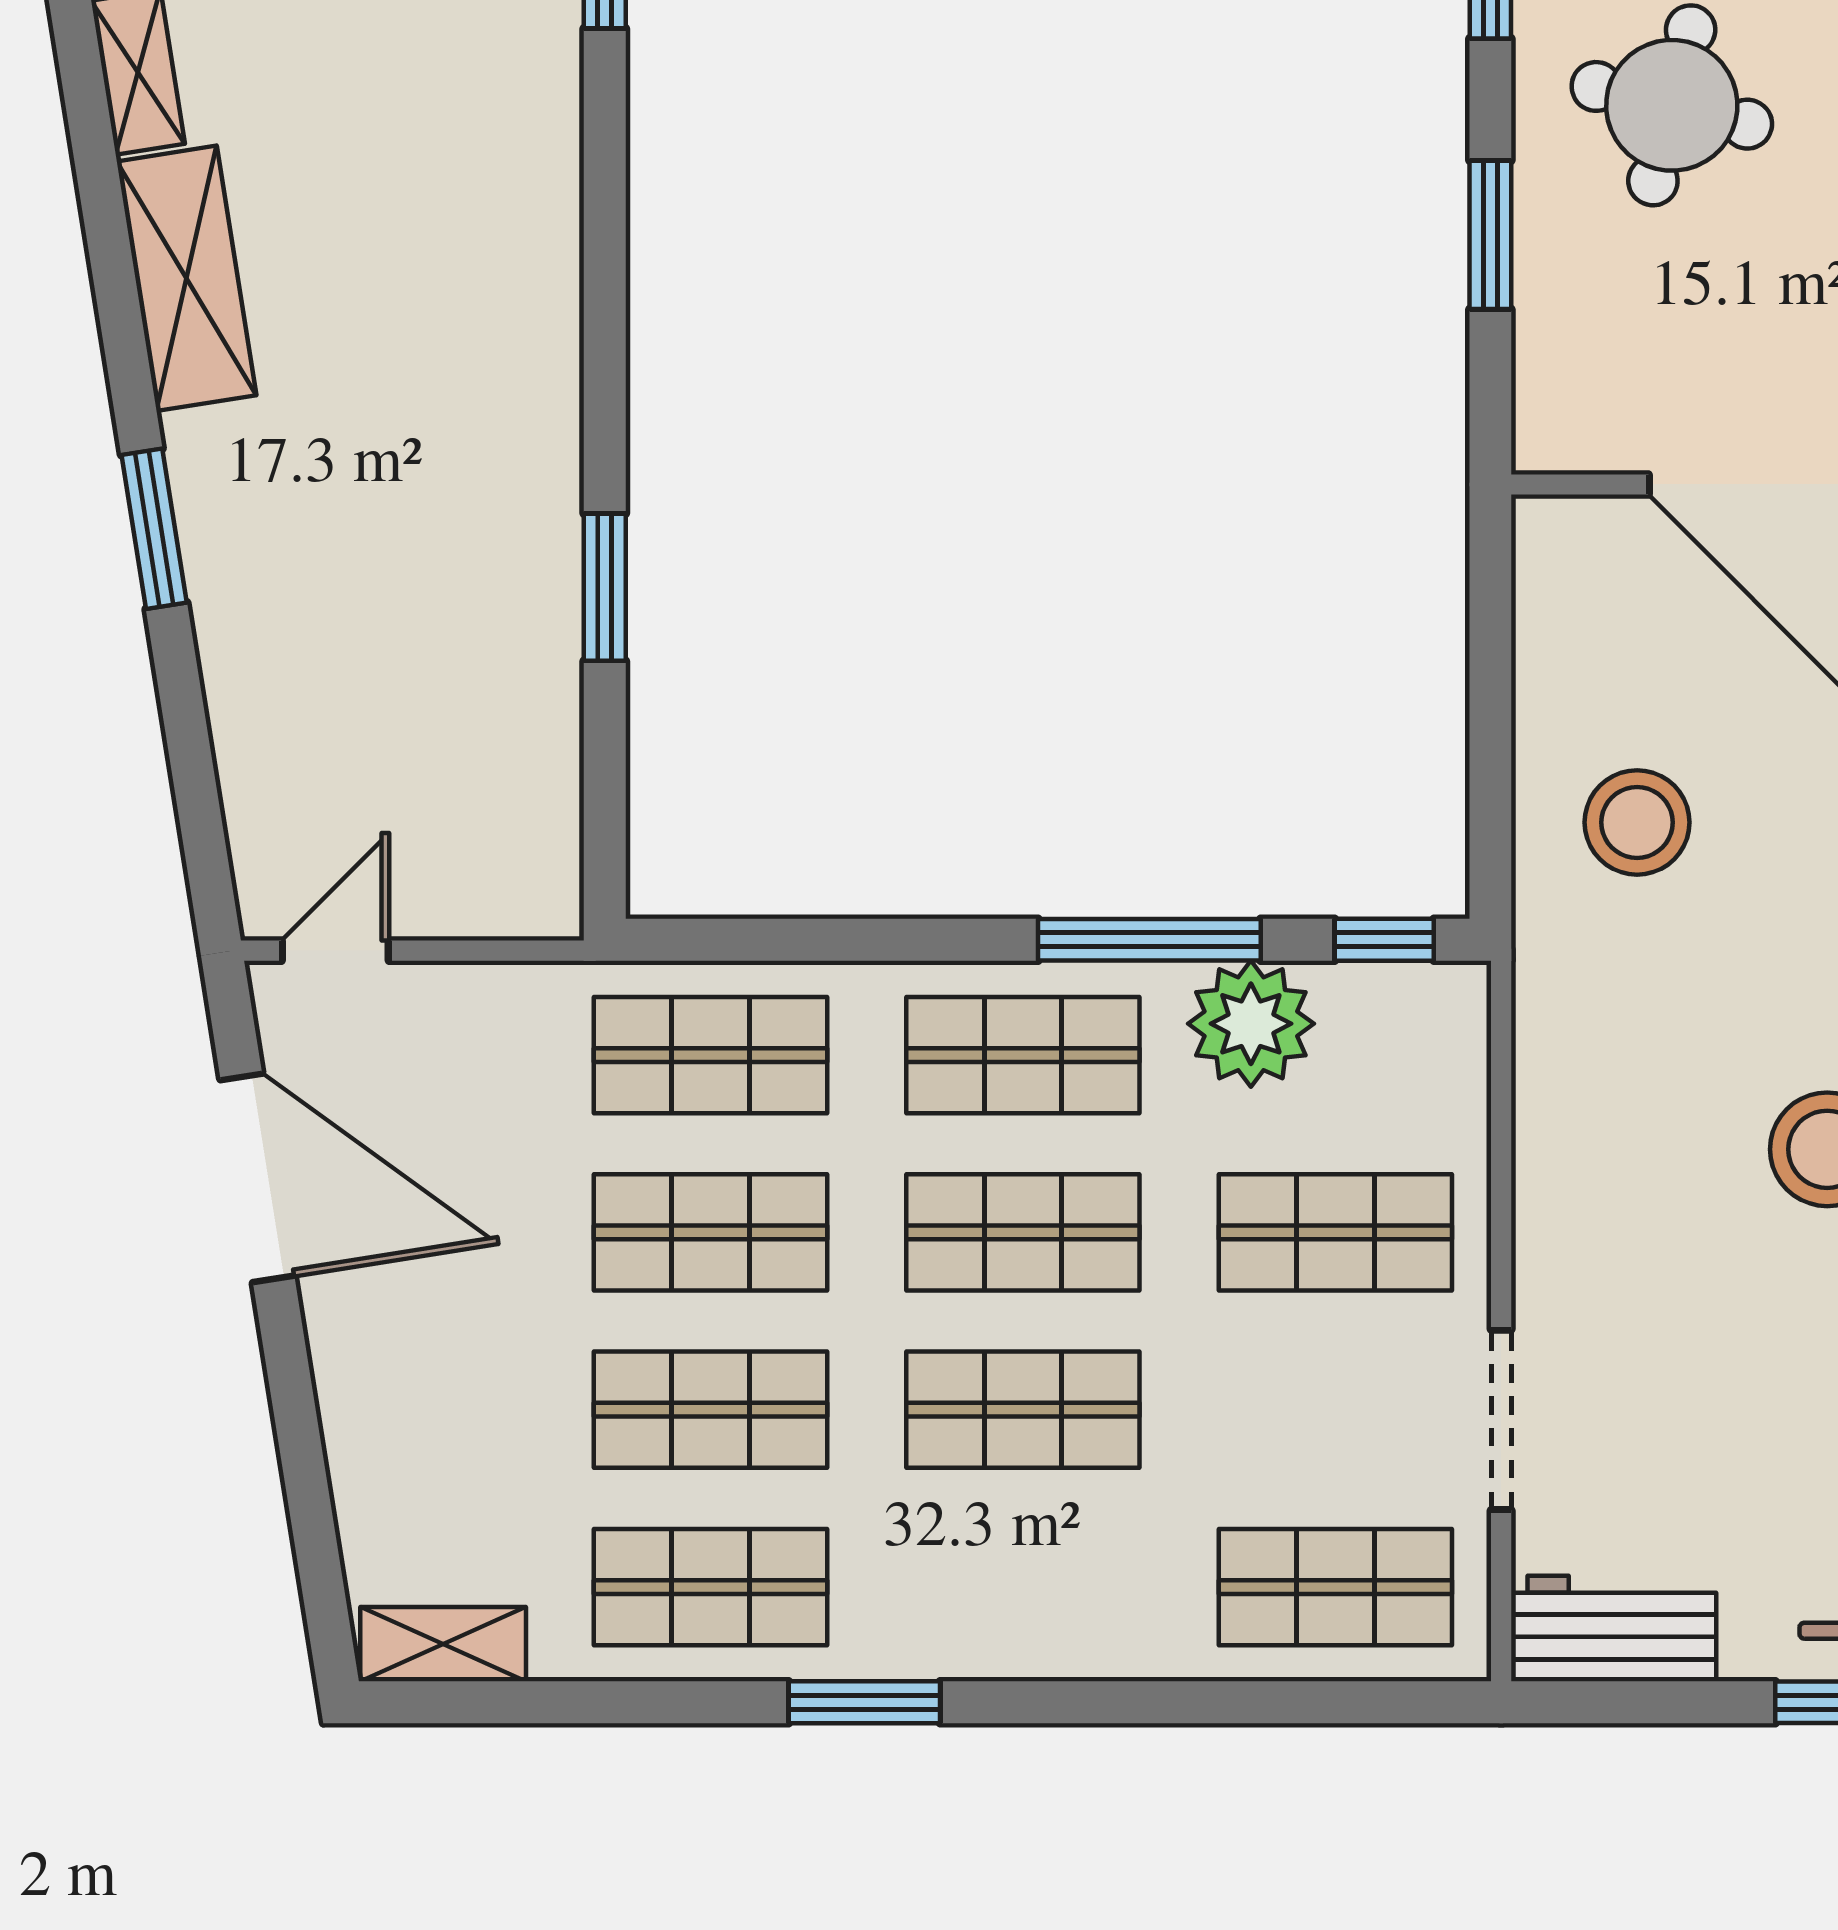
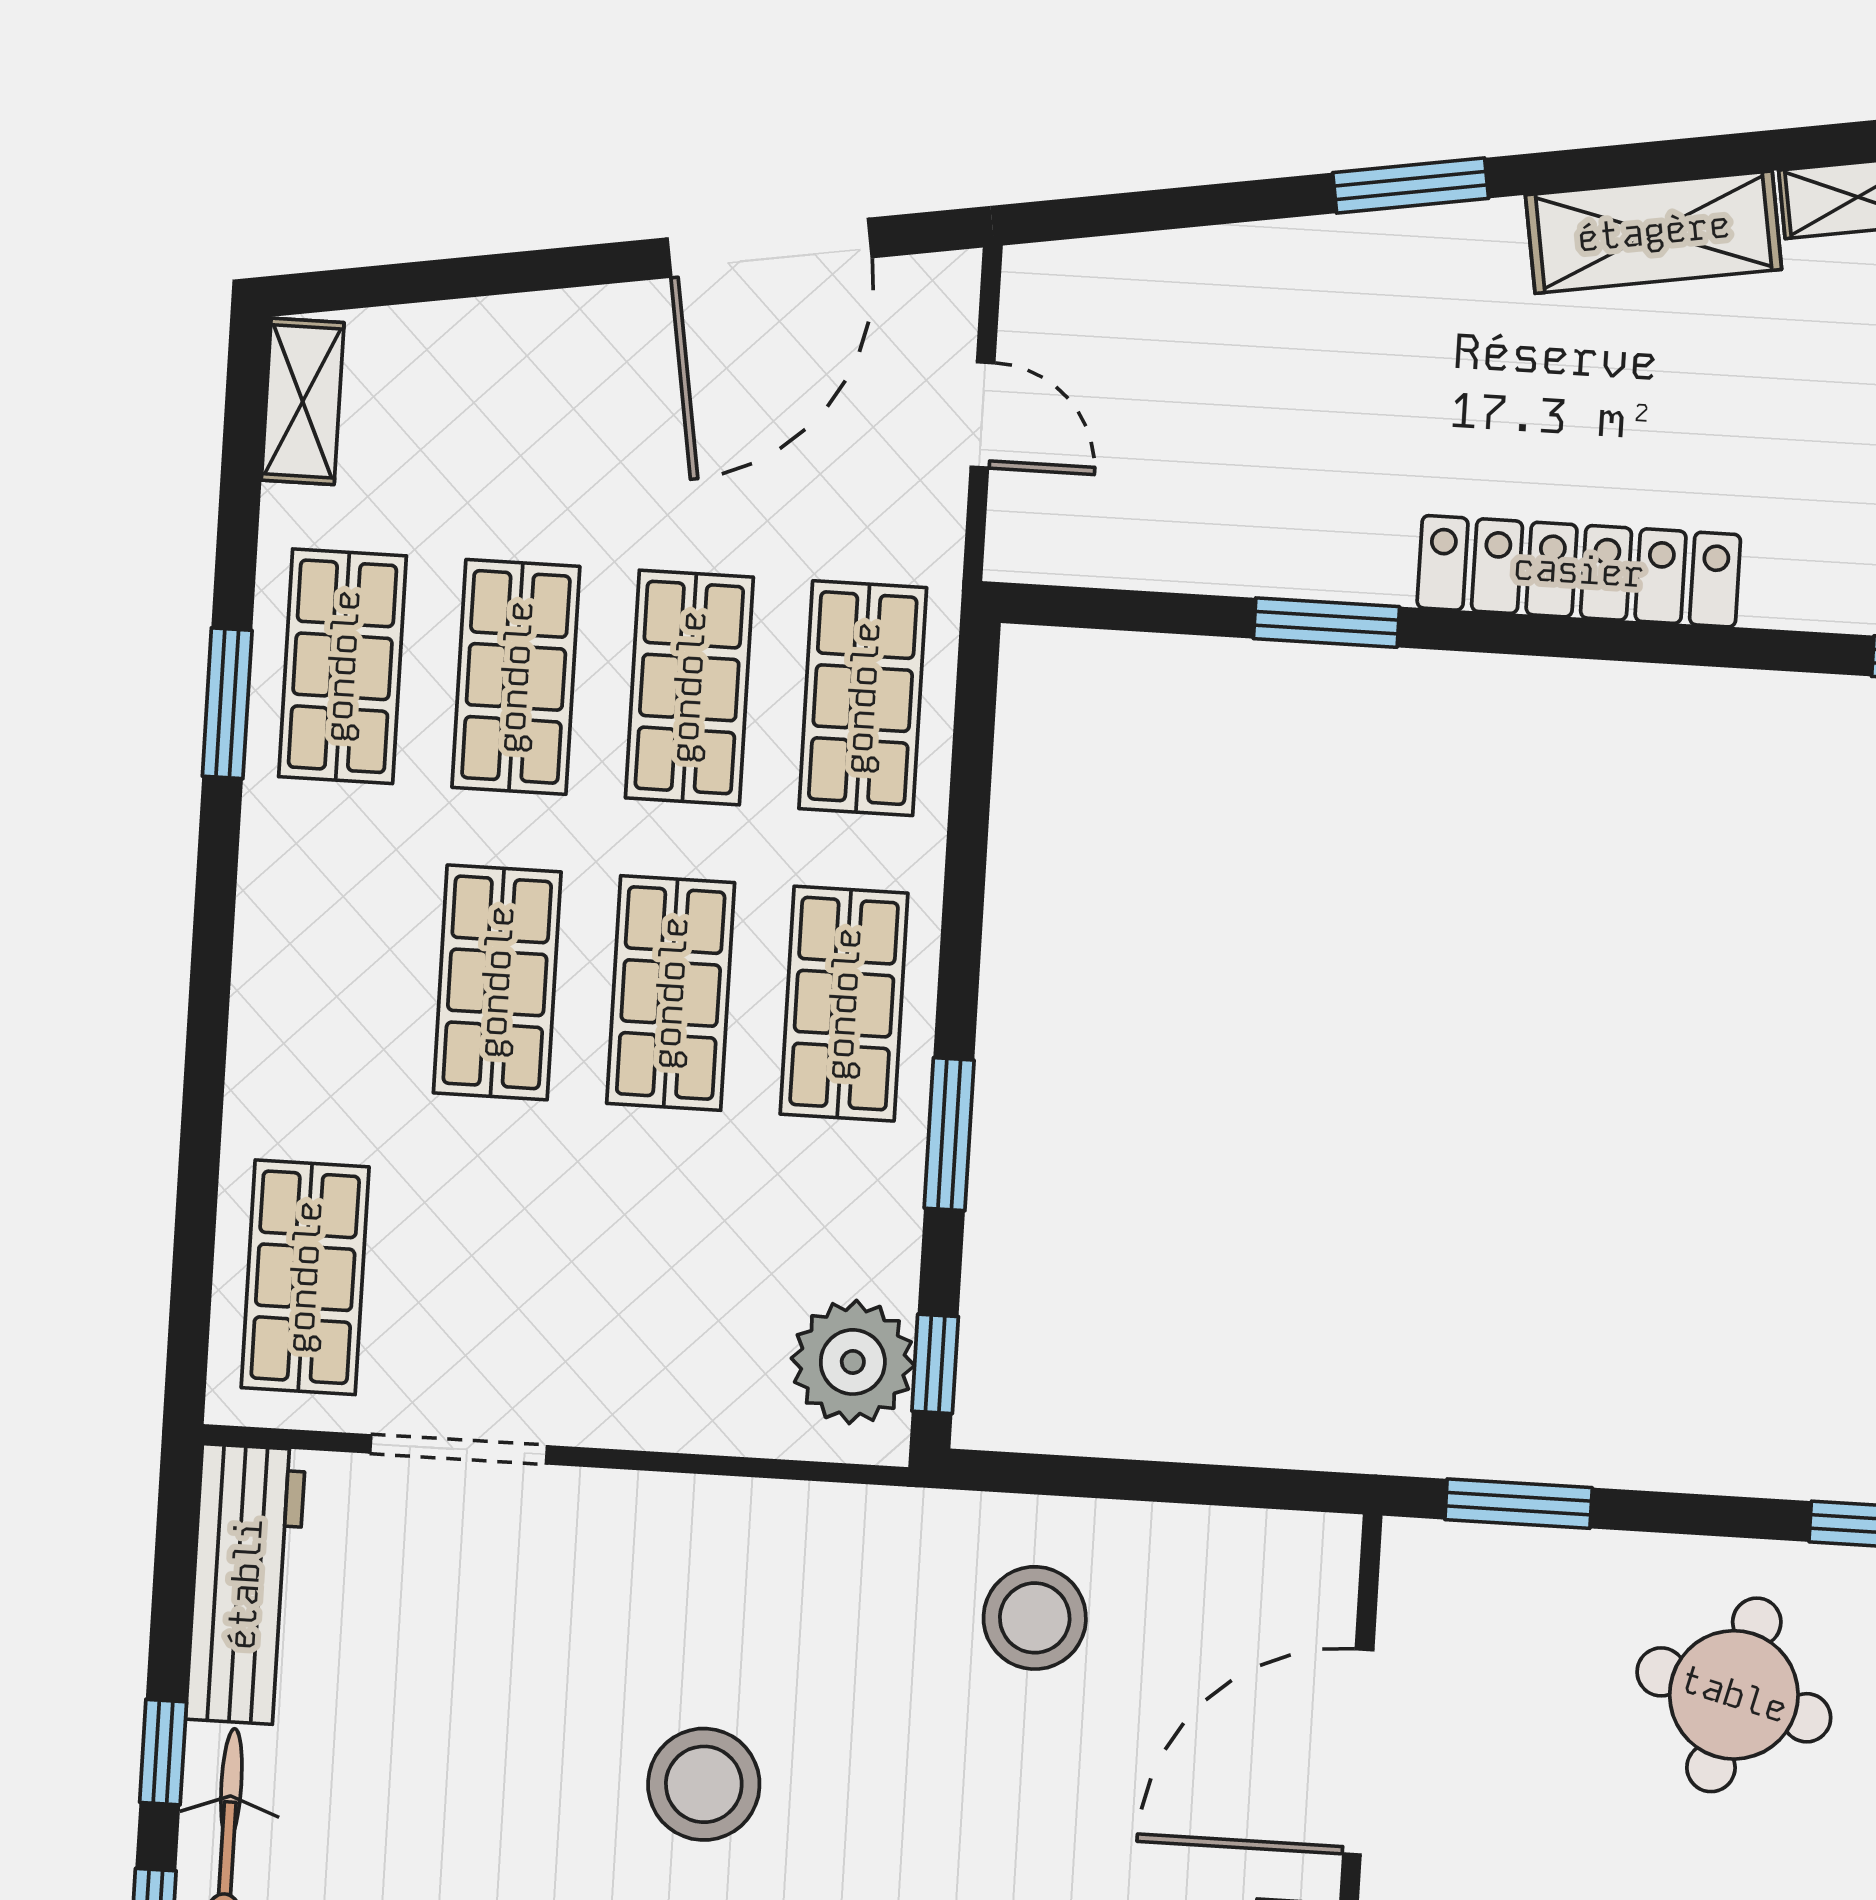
window: (1490, 235) -> (1519, 1504), moved
locker: (537, 333) -> (1579, 571), added
window: (1149, 940) -> (949, 1134), width x0.69
door: (335, 951) -> (983, 415), moved
plant: (1251, 1024) -> (853, 1362), moved
shop shelf: (1335, 1232) -> (652, 1298), removed
workbench: (1614, 1629) -> (246, 1584), width x1.38
window: (864, 1702) -> (227, 703), moved

